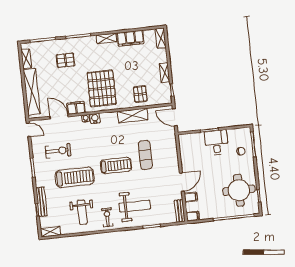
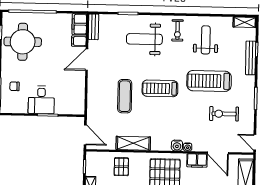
filing cabinet: (193, 216) -> (79, 24), width x2.00

